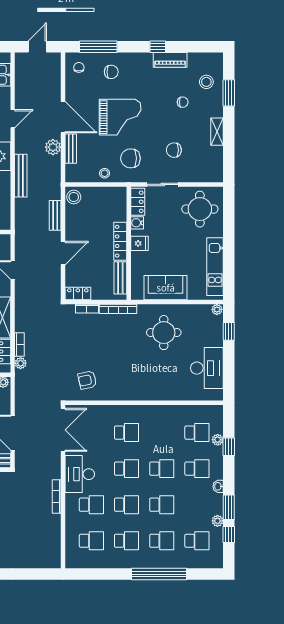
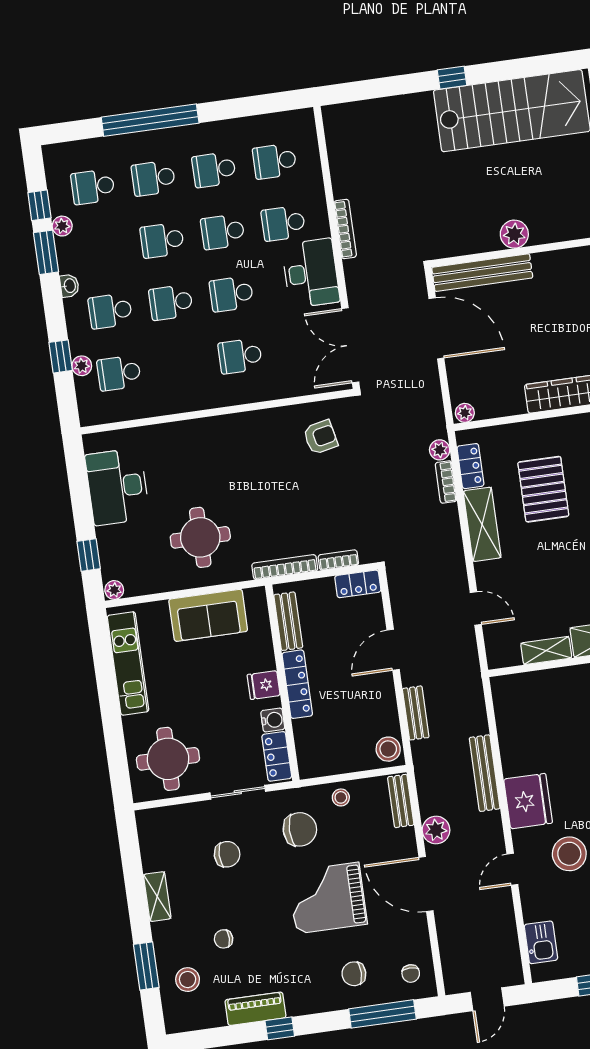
bench: (71, 149) -> (401, 801), moved

